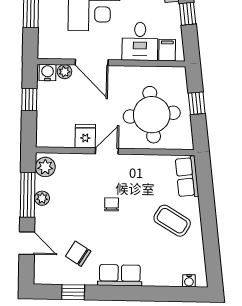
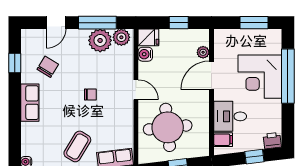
water cooler: (48, 73) -> (145, 54), moved, turned 180
fridge: (85, 136) -> (148, 37), moved
plant: (42, 198) -> (100, 40), width x1.88, depth x1.88

